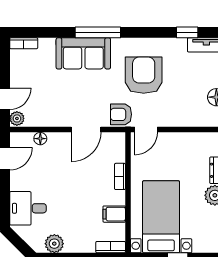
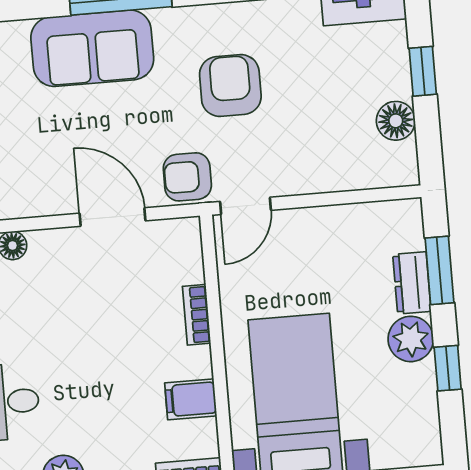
armchair: (144, 75) -> (230, 85), width x0.73, depth x0.73
door: (86, 130) -> (113, 217), swing flipped

